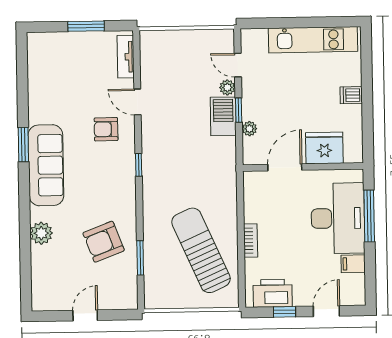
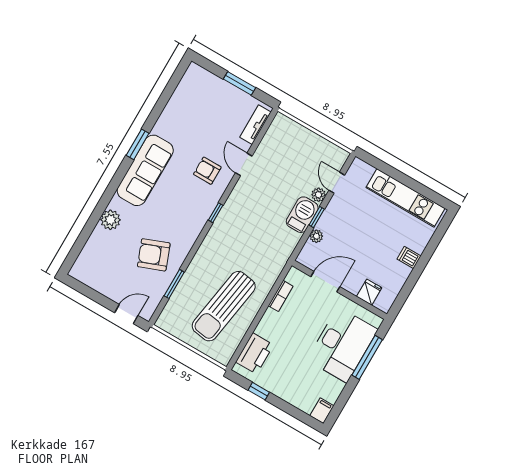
fridge: (324, 148) -> (369, 292), width x0.53, depth x0.75
bookcase: (251, 240) -> (281, 296), moved
sun lounger: (201, 250) -> (224, 306), turned -147
filing cabinet: (353, 264) -> (322, 411), moved, turned 90
printer: (273, 293) -> (255, 353), moved, turned 90
door: (326, 311) -> (291, 410), removed
door: (85, 315) -> (126, 314), moved

